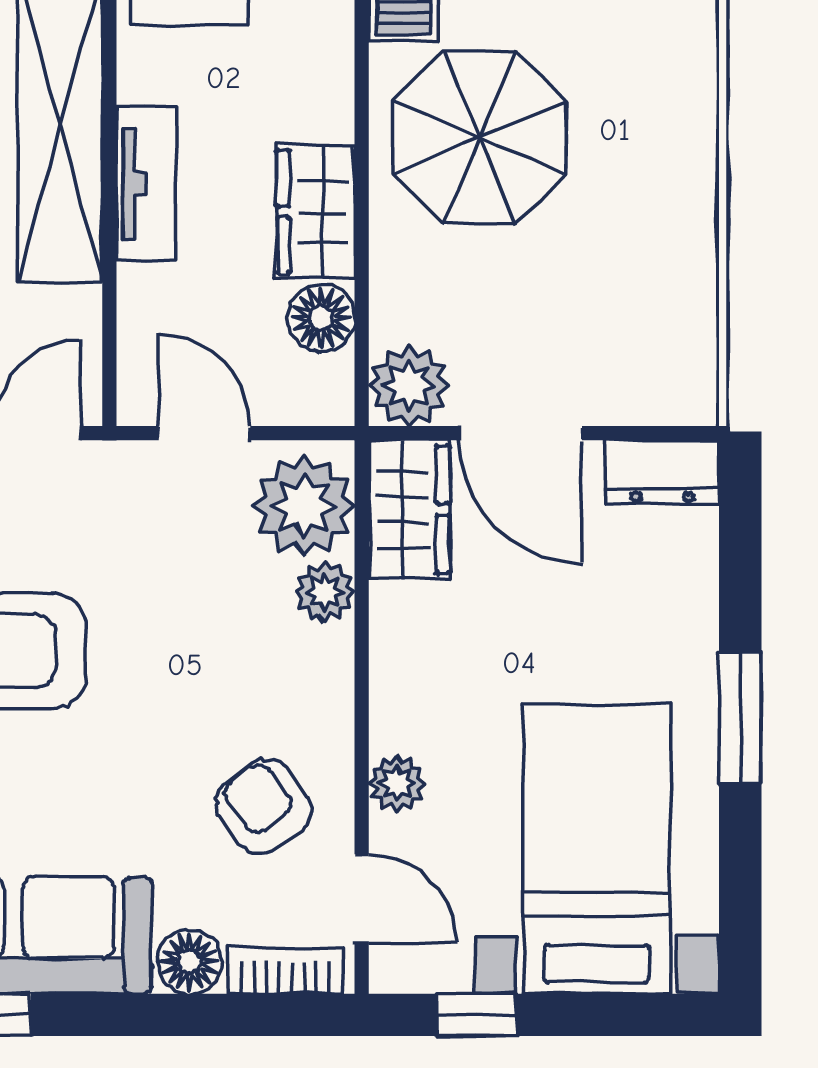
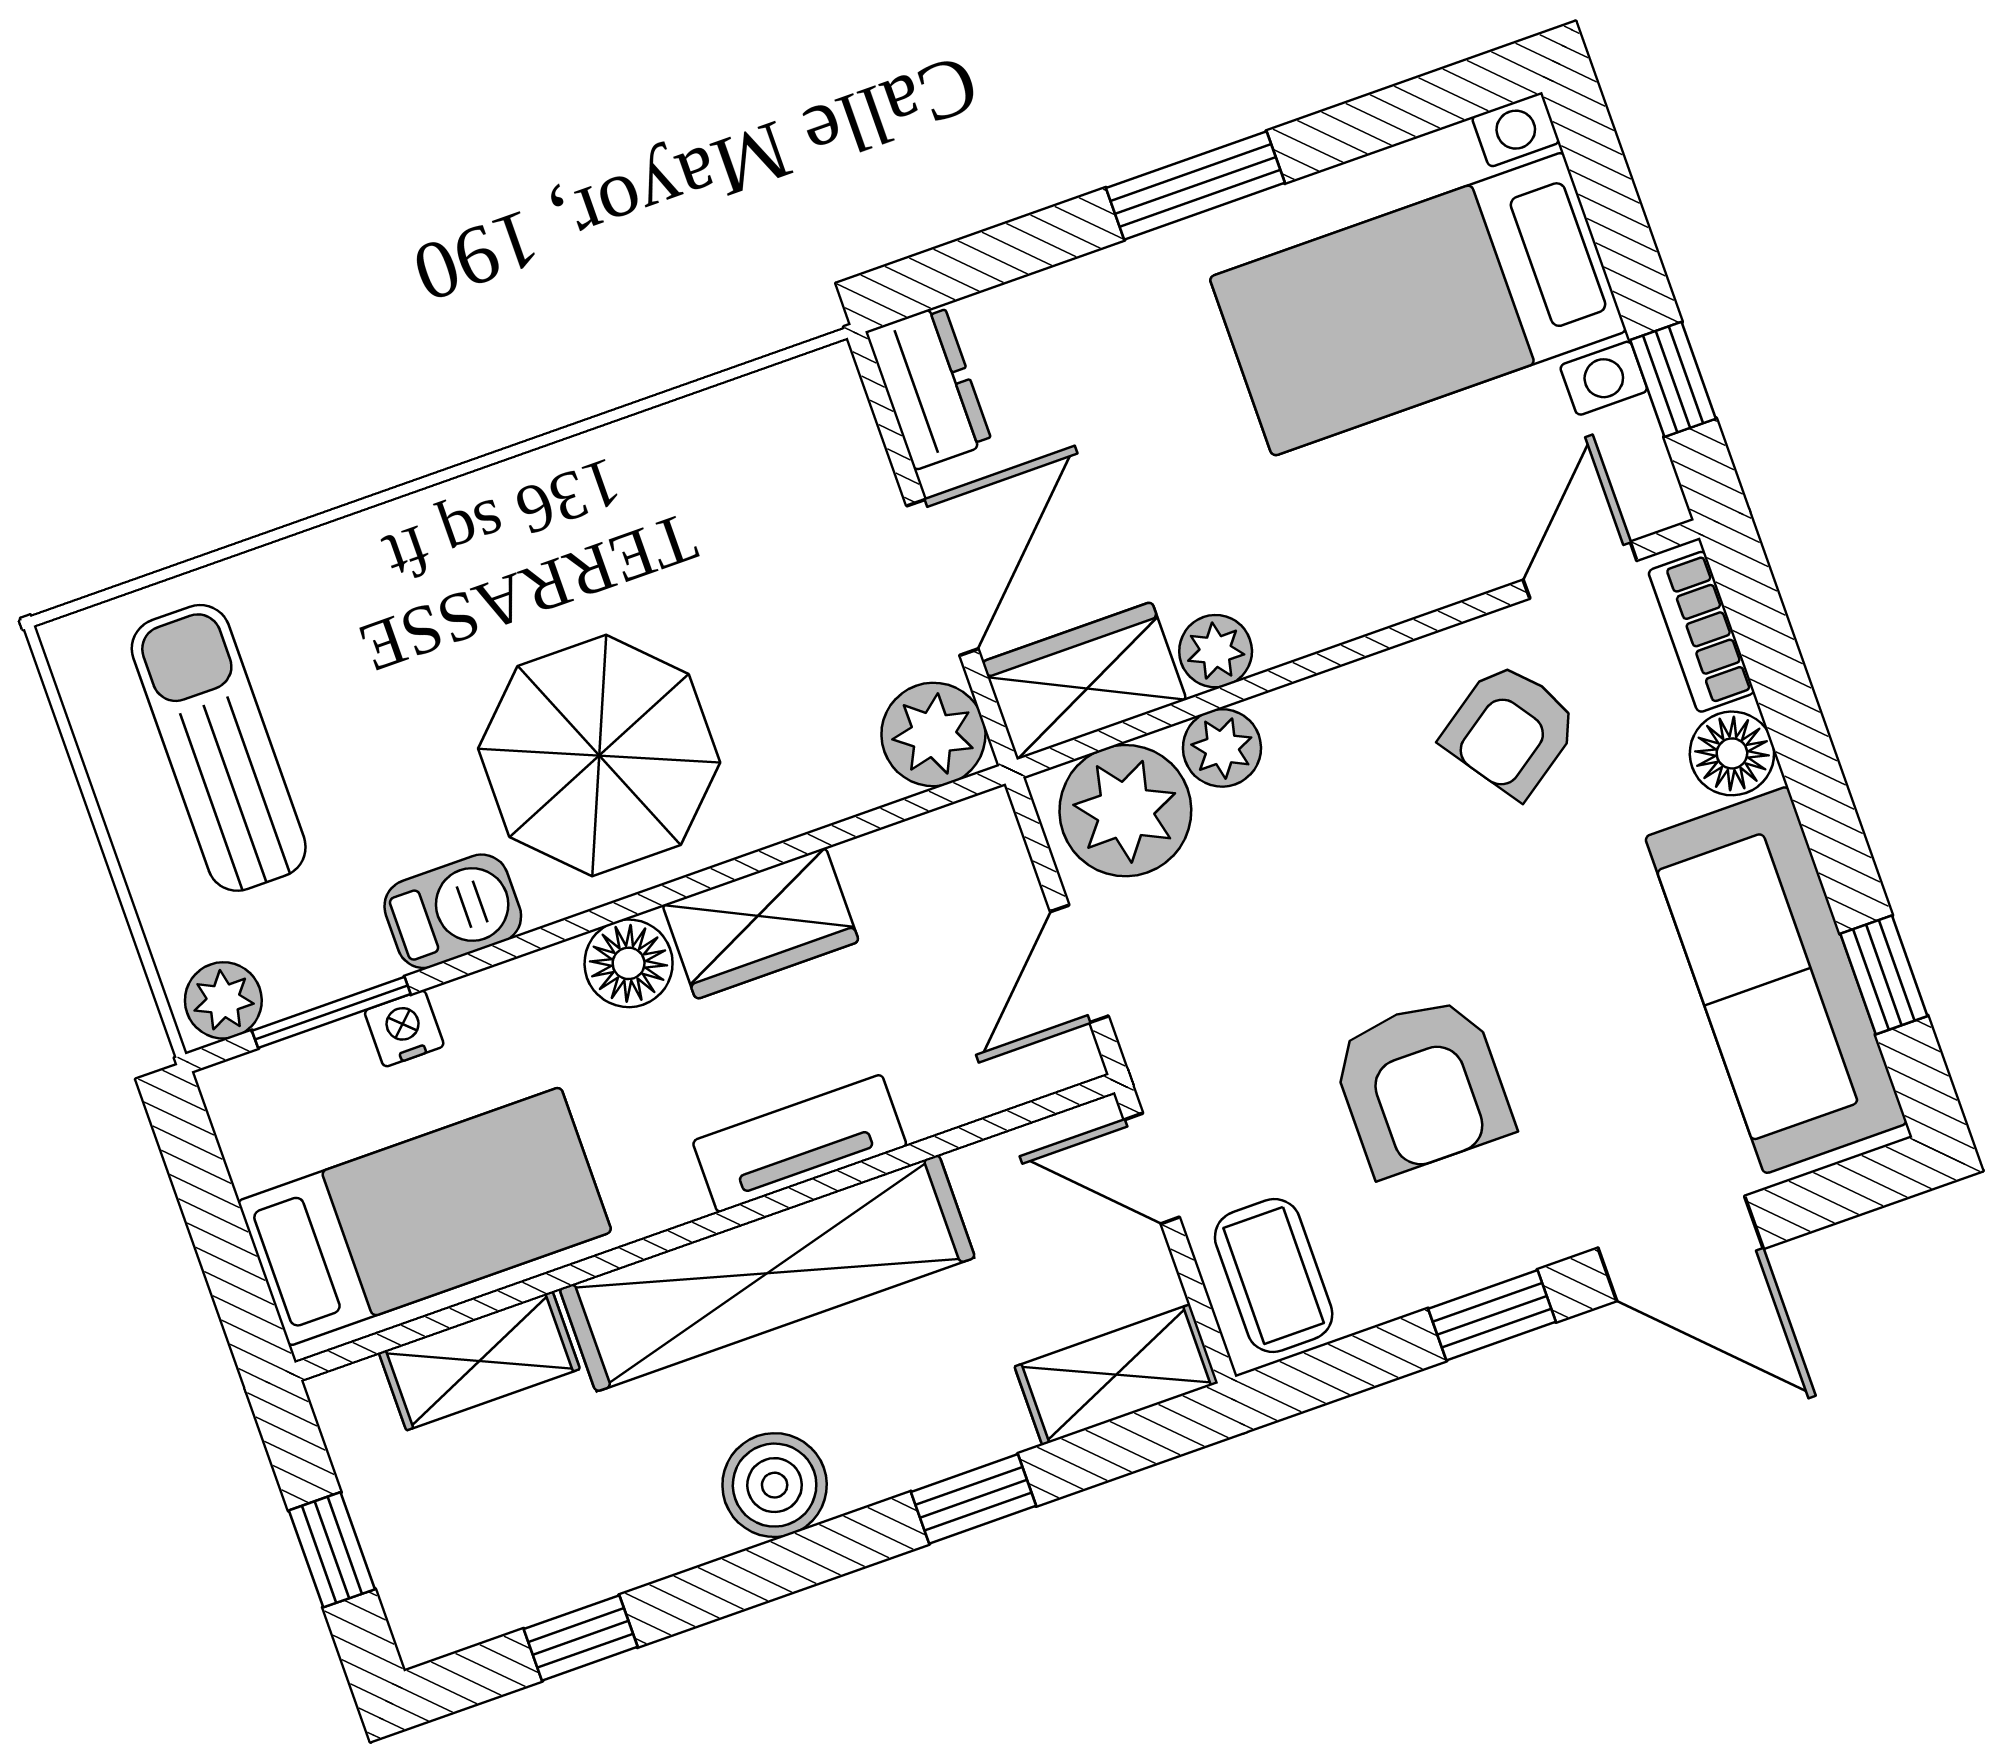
floor lamp: (321, 318) -> (629, 963), moved
plant: (397, 783) -> (1216, 651), moved

